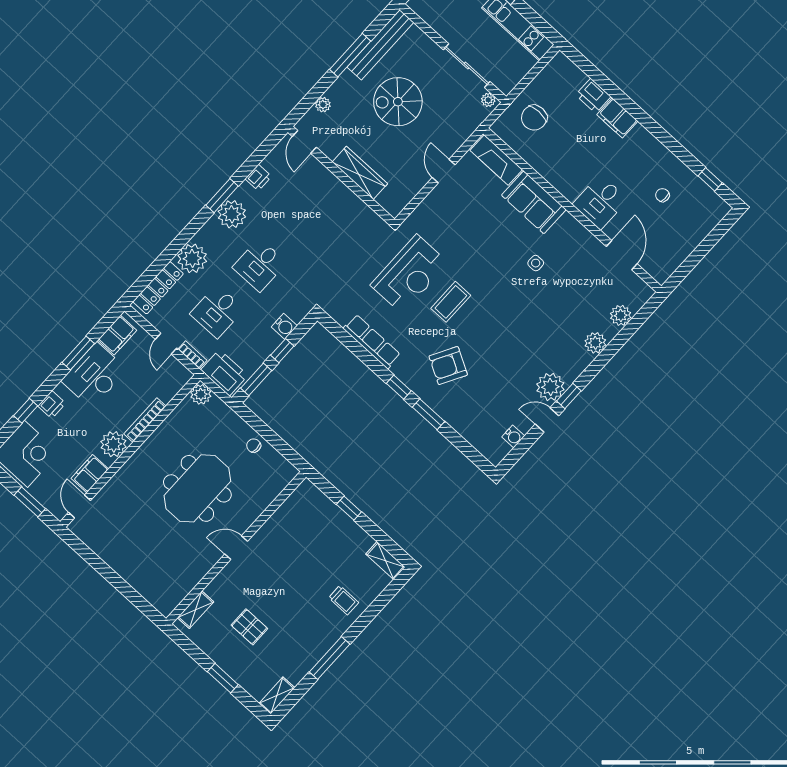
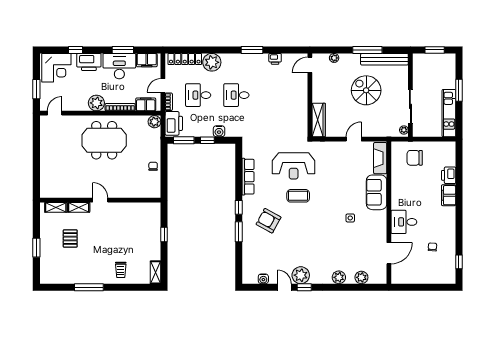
wardrobe: (360, 173) -> (319, 120), moved
plant: (232, 214) -> (248, 62), removed
printer: (52, 405) -> (89, 62), width x1.87, depth x1.48
filing cabinet: (90, 474) -> (146, 104), moved
meeting table: (197, 488) -> (104, 140), moved
shelving: (277, 696) -> (79, 207), moved

